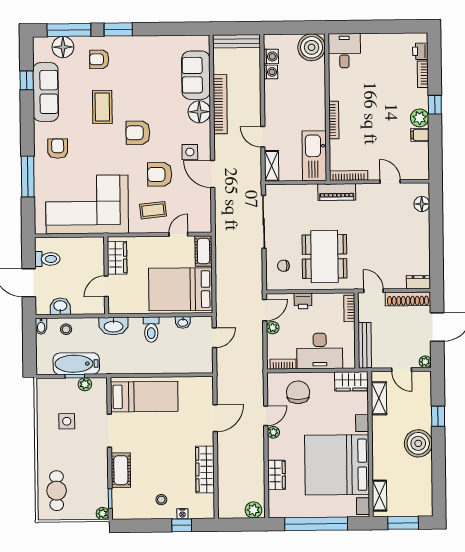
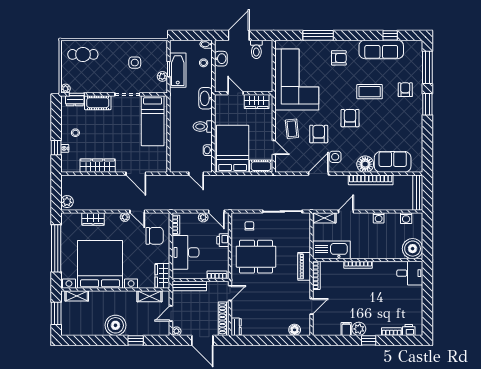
floor lamp: (63, 47) -> (415, 63), removed
washing machine: (271, 72) -> (379, 218), moved
dresser: (119, 501) -> (75, 101), added

